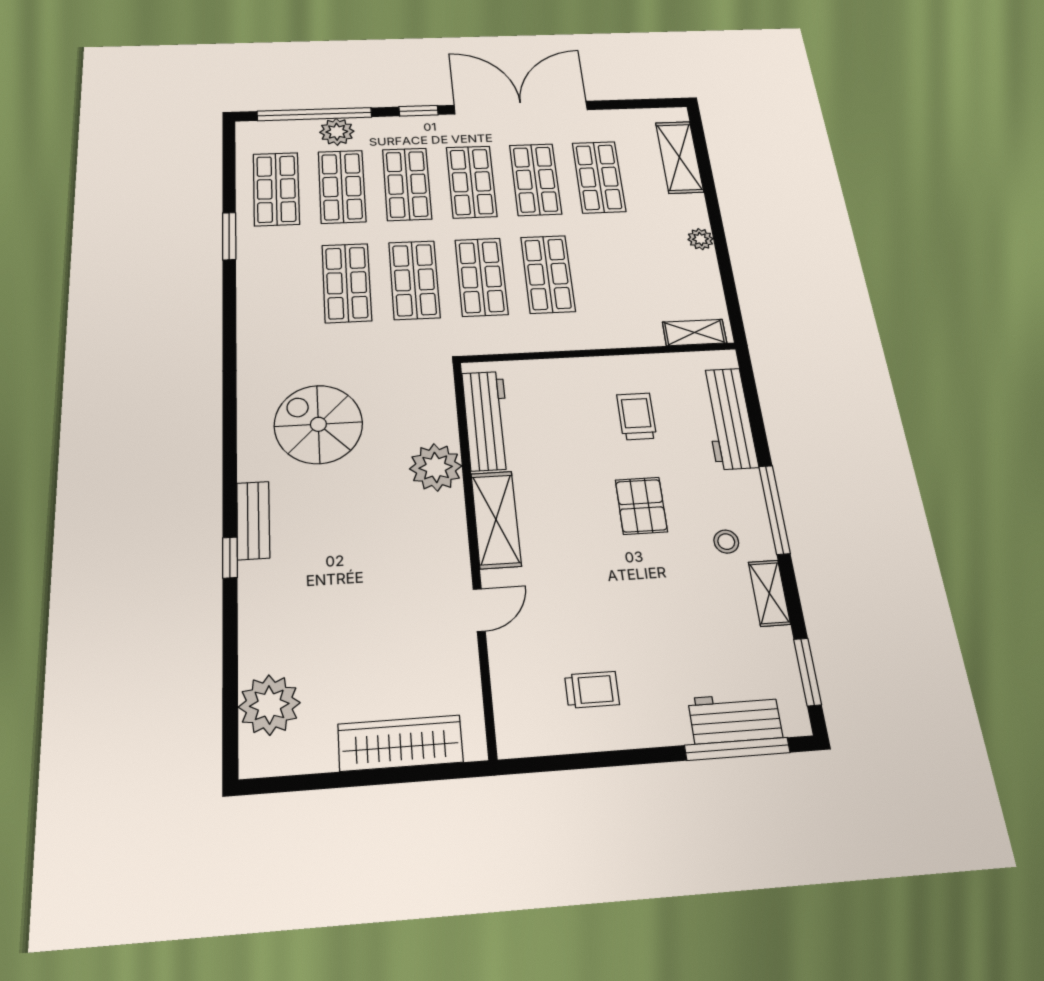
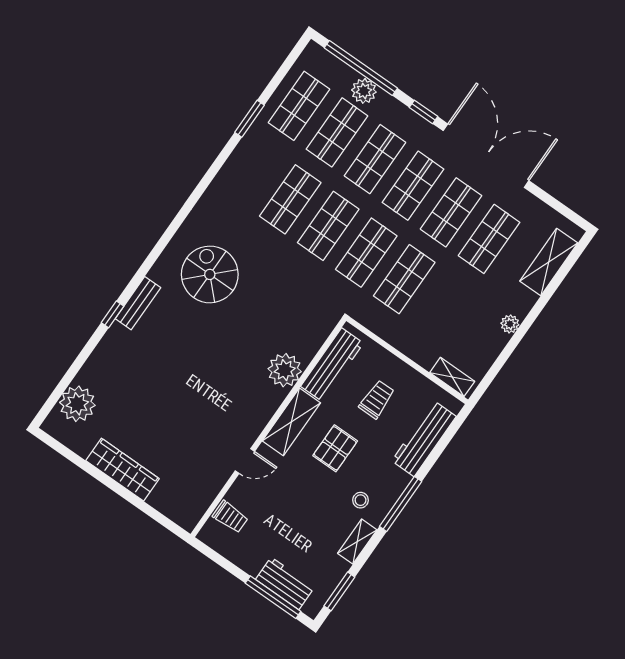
workbench: (487, 421) -> (332, 365), moved
plant: (436, 467) -> (285, 370), moved
shelving: (496, 519) -> (291, 422), moved
wall: (474, 547) -> (268, 427), moved
door: (479, 610) -> (245, 461), moved

